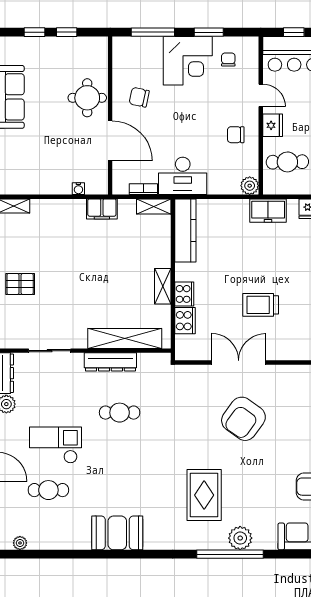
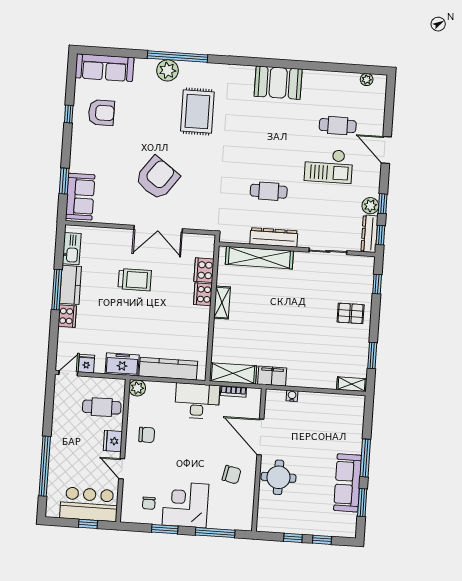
shelving: (154, 206) -> (233, 373), width x1.50, depth x1.33
kitchen counter: (185, 230) -> (168, 369), moved, turned 90

